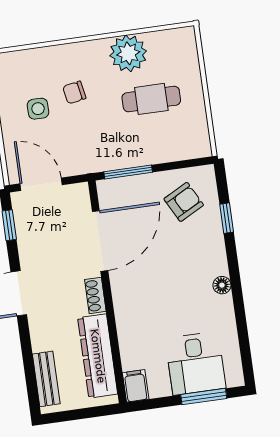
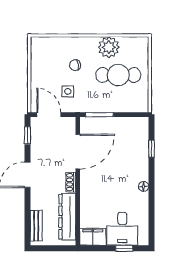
cafe table: (151, 99) -> (118, 75), width x1.37, depth x1.35
side table: (38, 109) -> (68, 91), moved
armchair: (184, 202) -> (128, 136), removed
filing cabinet: (136, 386) -> (93, 237), width x2.00
window: (204, 397) -> (124, 248), width x0.67

